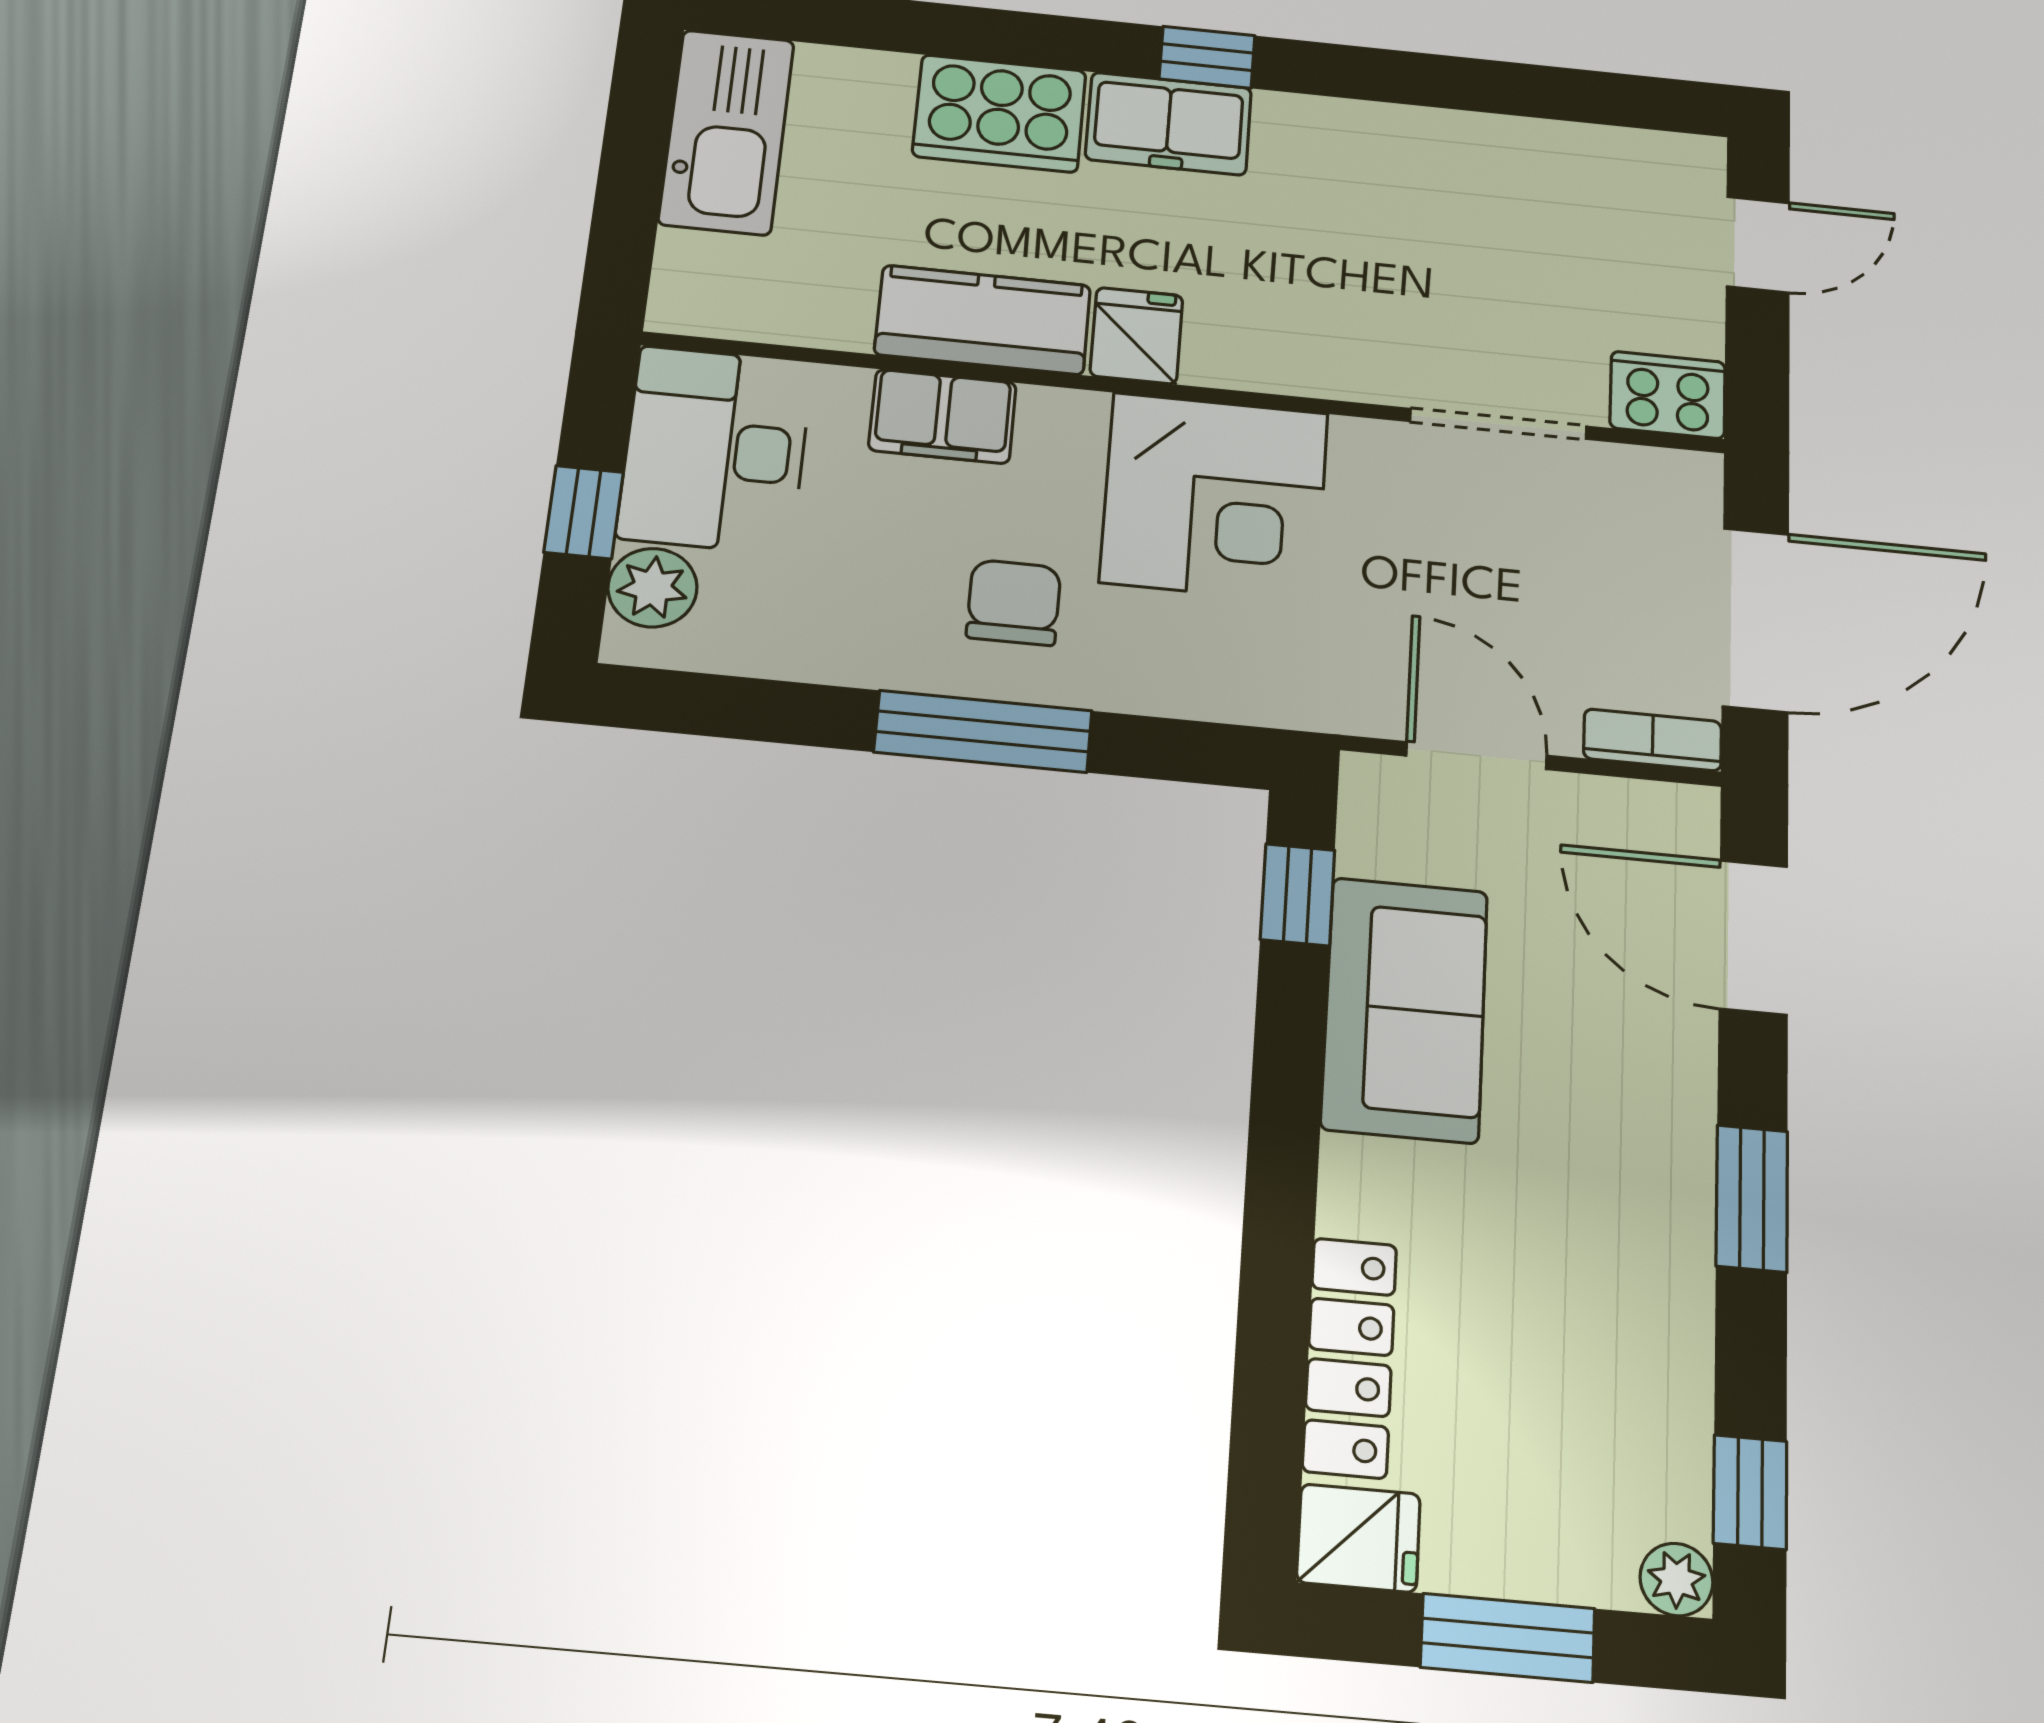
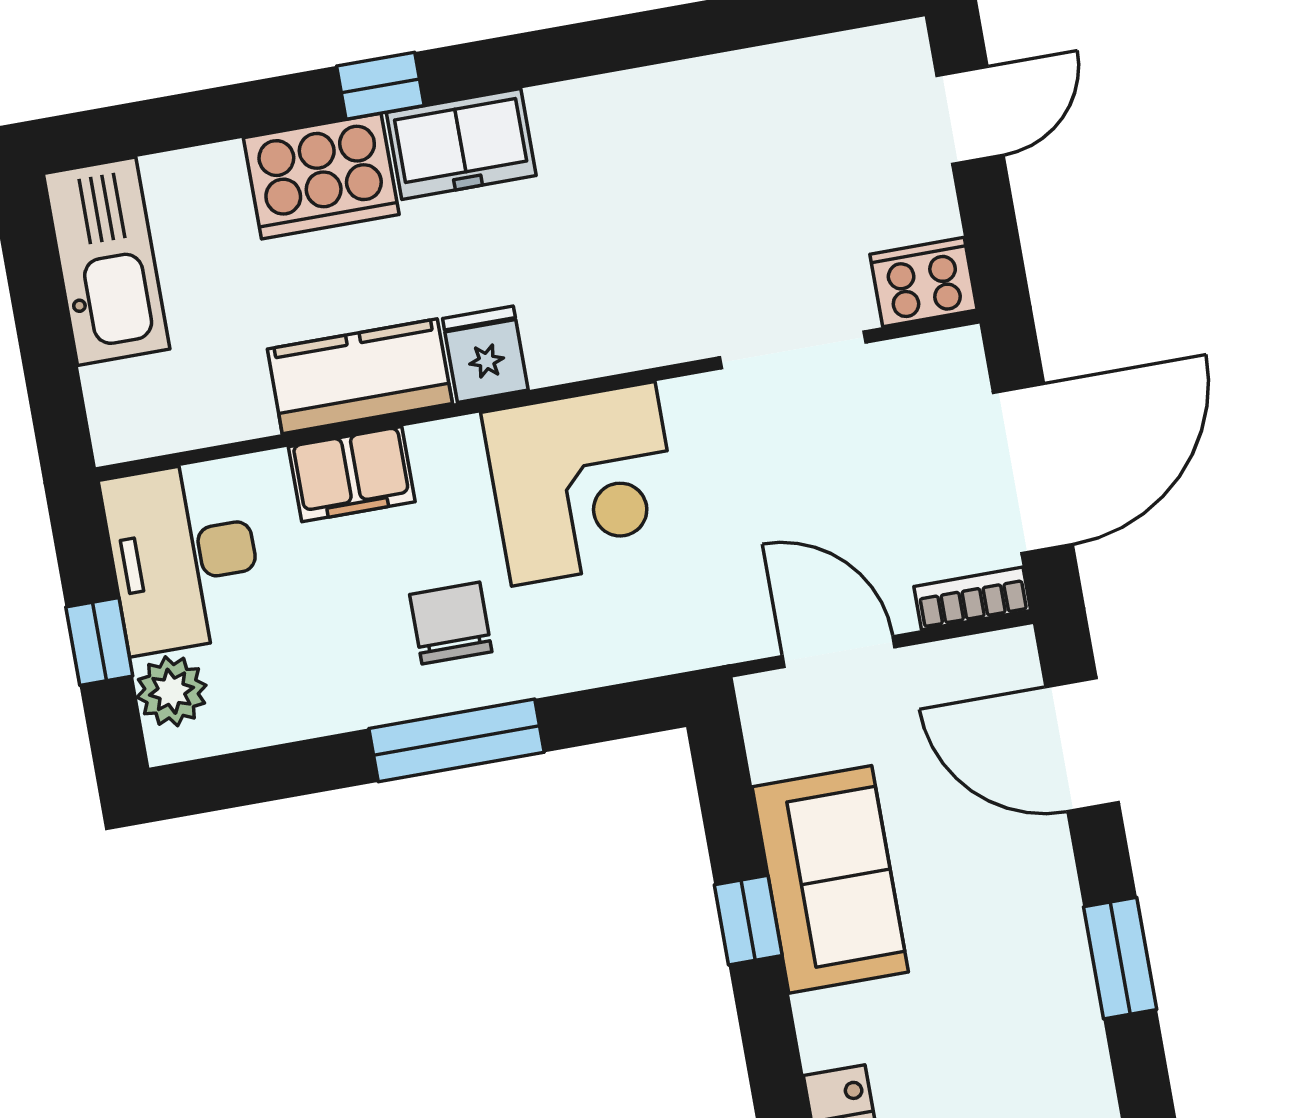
window: (1207, 57) -> (380, 86), moved
window: (1298, 895) -> (748, 920), moved

